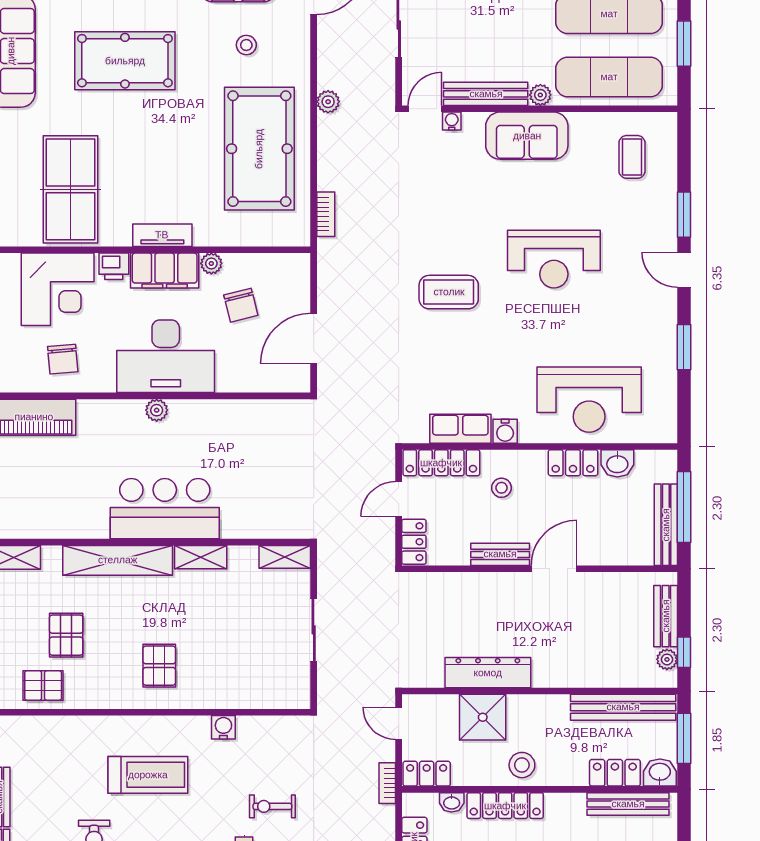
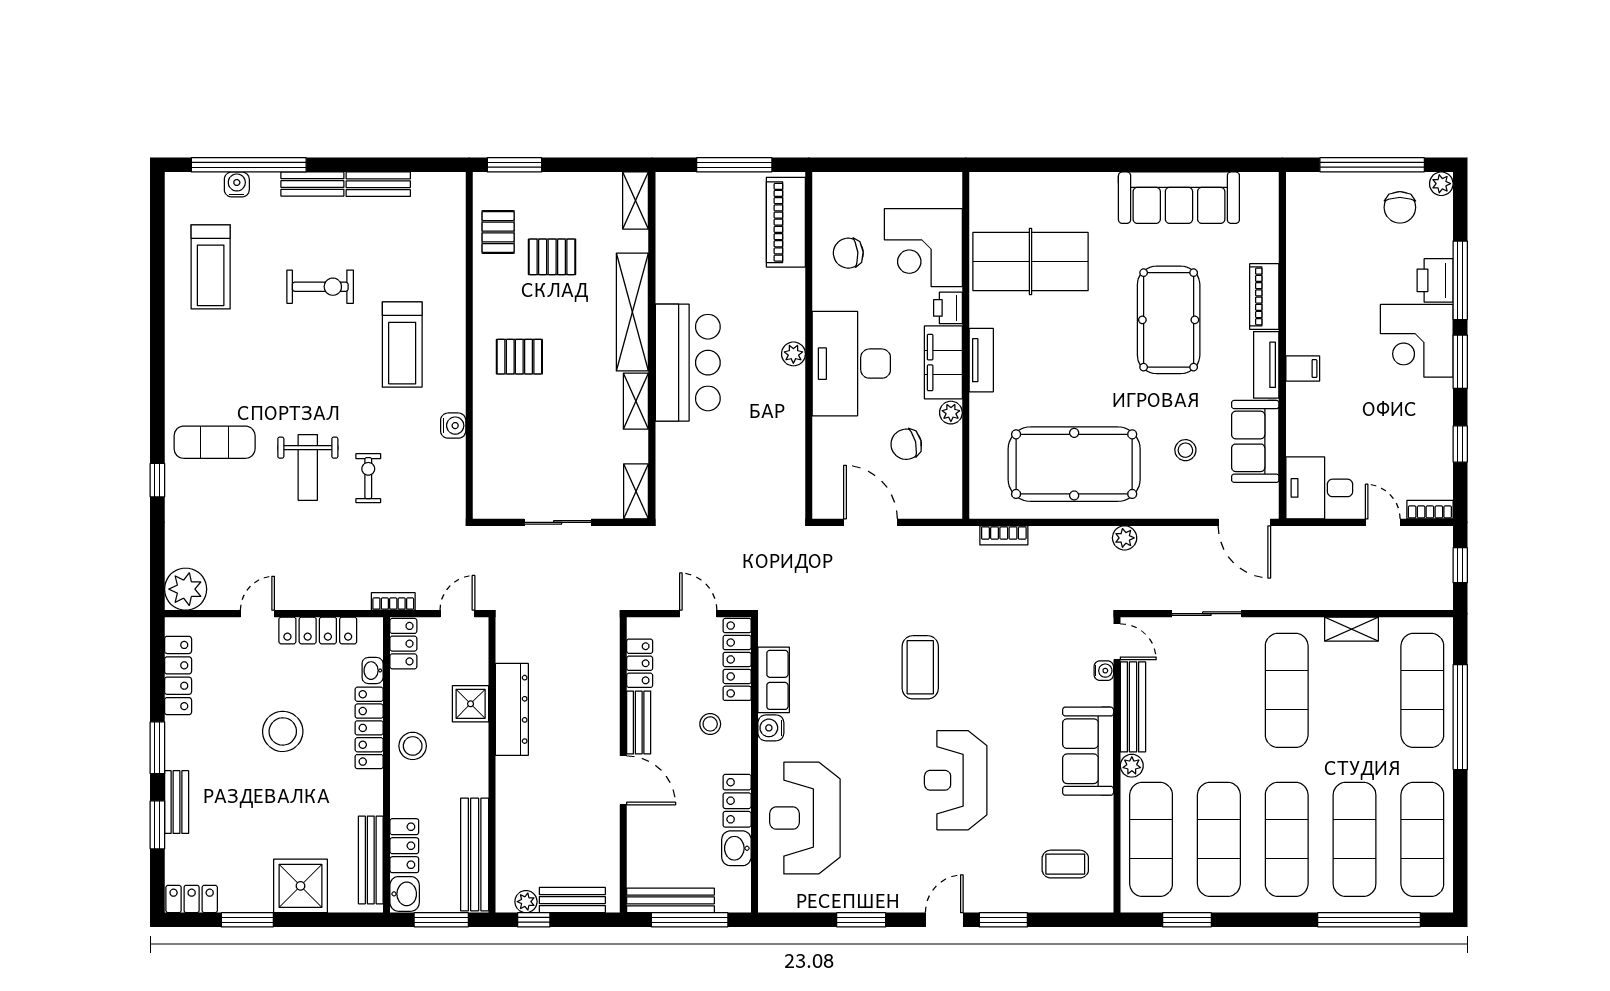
locker: (414, 542) -> (640, 663), moved, turned -90
shower: (483, 717) -> (471, 704), width x0.73, depth x0.73

